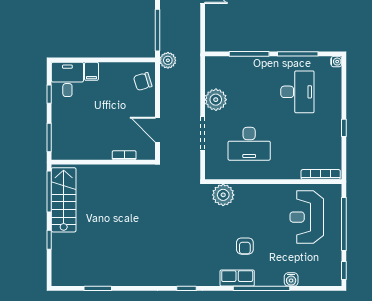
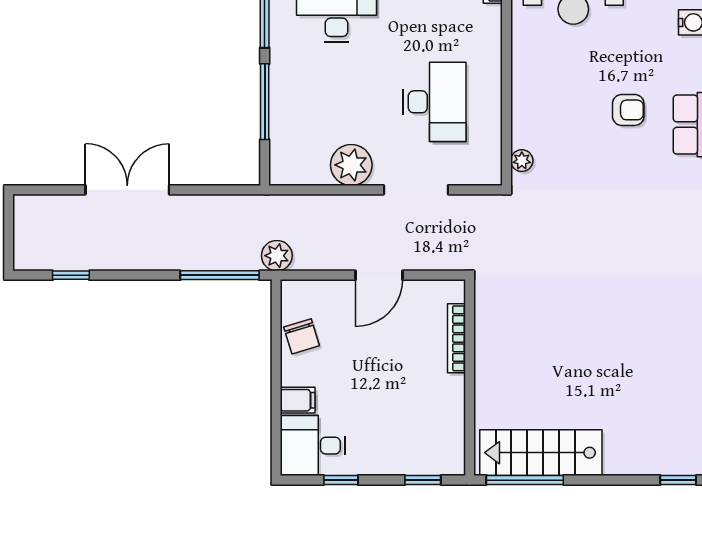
chair: (143, 82) -> (302, 336), moved
door: (158, 130) -> (379, 275), moved
window: (49, 137) -> (423, 480), width x0.67
bookcase: (124, 155) -> (456, 338), width x1.56
plant: (223, 195) -> (522, 161), width x0.53, depth x0.53
window: (49, 240) -> (678, 480), moved

